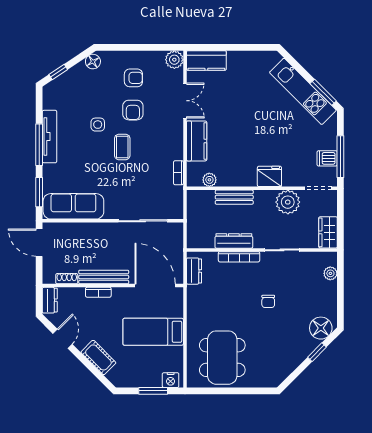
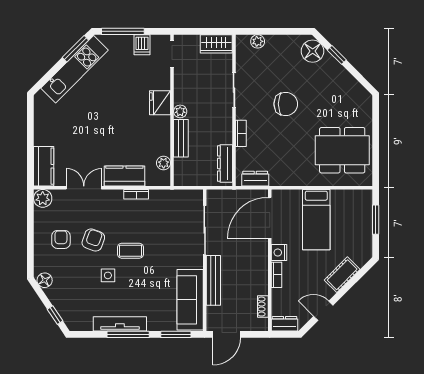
armchair: (133, 110) -> (93, 240), turned -70
window: (340, 157) -> (123, 31), moved
bookcase: (178, 173) -> (136, 194), moved
plant: (288, 202) -> (180, 111), moved, width x0.53, depth x0.53
dresser: (234, 241) -> (225, 163), moved
bookcase: (239, 257) -> (241, 133), width x0.64
bench: (104, 277) -> (213, 280), moved
chair: (268, 301) -> (286, 104), width x1.87, depth x1.87
nightstand: (171, 380) -> (279, 253), moved, turned 180

